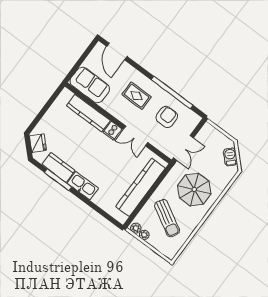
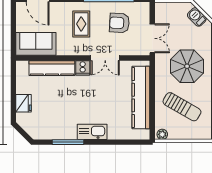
rug: (137, 96) -> (81, 24), turned 90
armchair: (167, 117) -> (119, 23), turned -87
fridge: (38, 143) -> (24, 103), moved, turned 45
kitchen counter: (58, 167) -> (61, 132), removed
plant: (144, 235) -> (173, 135), removed

